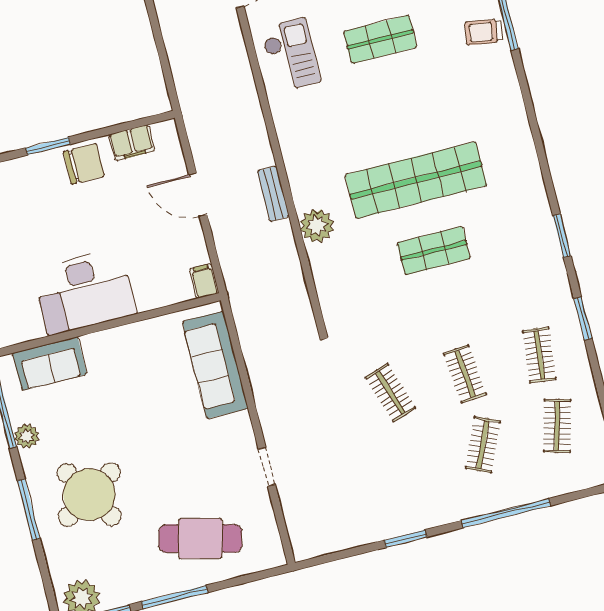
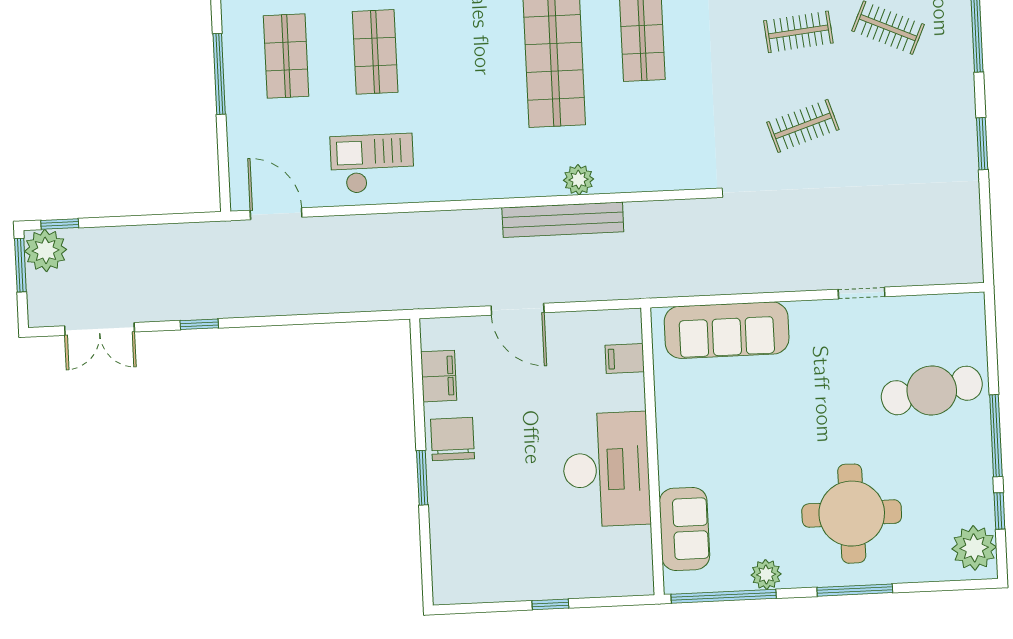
bench: (273, 194) -> (563, 220), width x1.86, depth x1.21
door: (198, 195) -> (518, 309), hinge flipped
plant: (317, 226) -> (579, 180), width x0.73, depth x0.73
filing cabinet: (204, 281) -> (625, 358), moved
round table: (89, 495) -> (852, 514), turned 32
cafe table: (200, 538) -> (932, 390), turned 67

